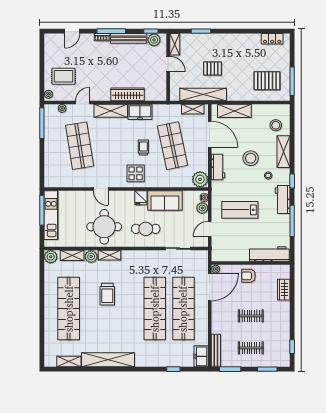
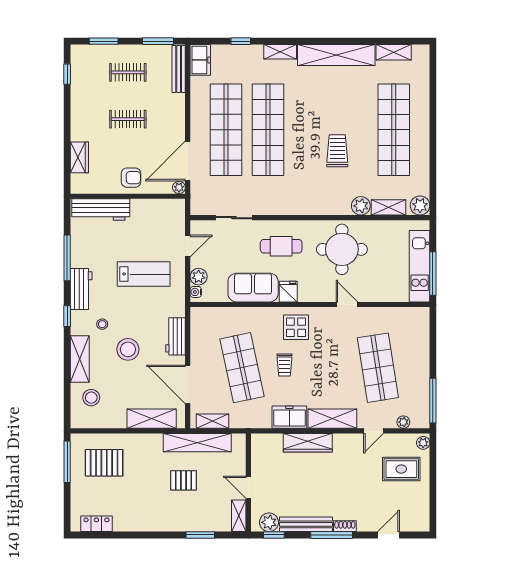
plant: (200, 179) -> (202, 319), removed
shelving: (110, 255) -> (280, 52), moved

